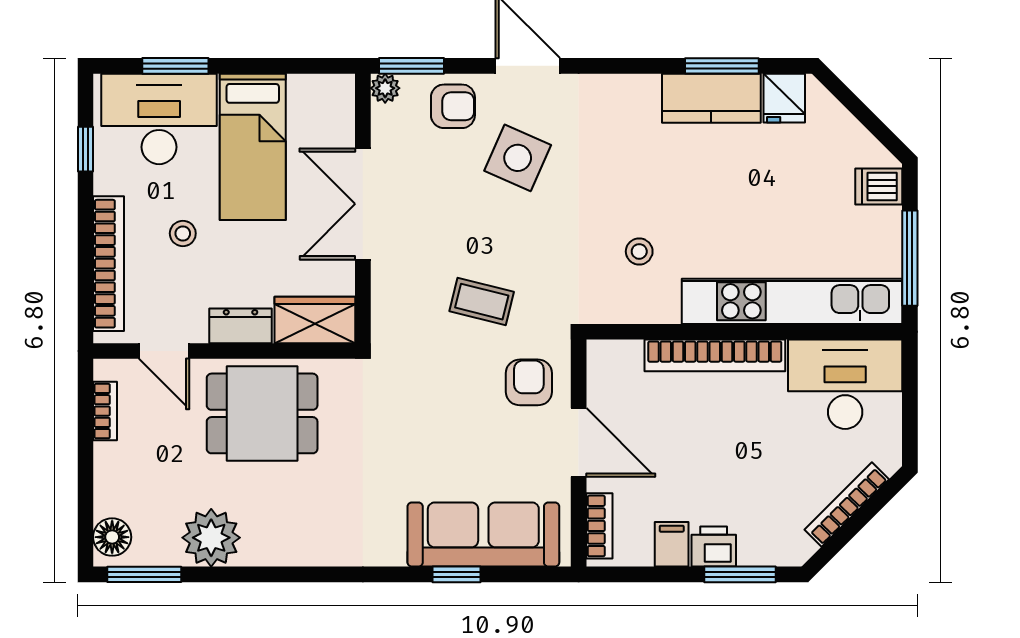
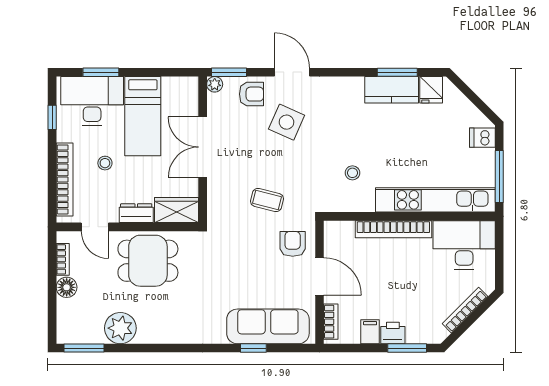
floor lamp: (112, 537) -> (67, 287), moved

